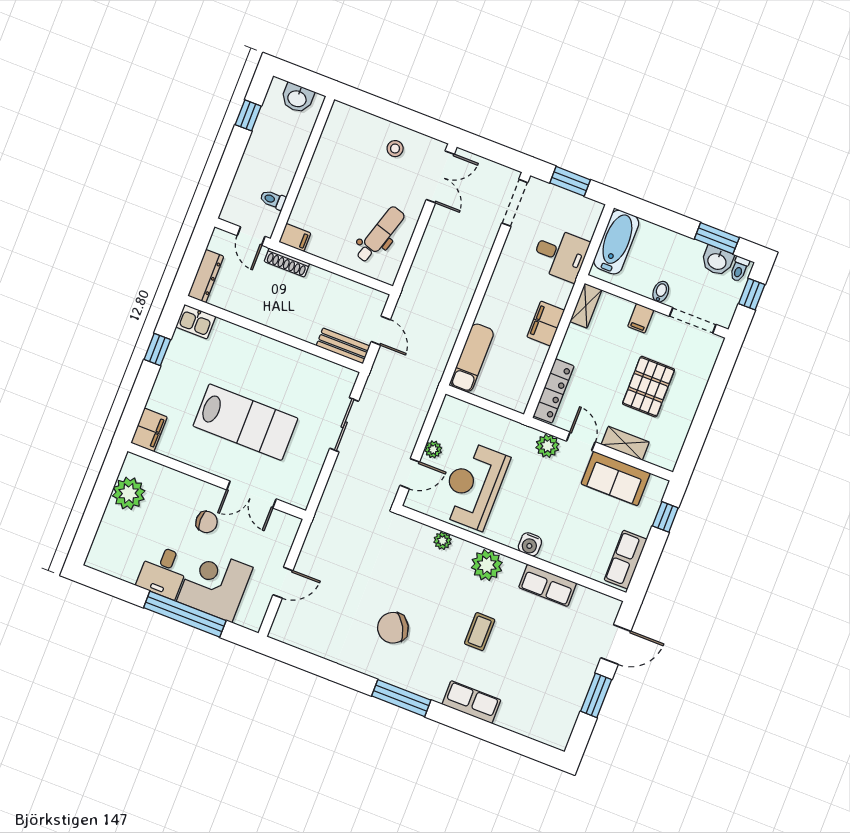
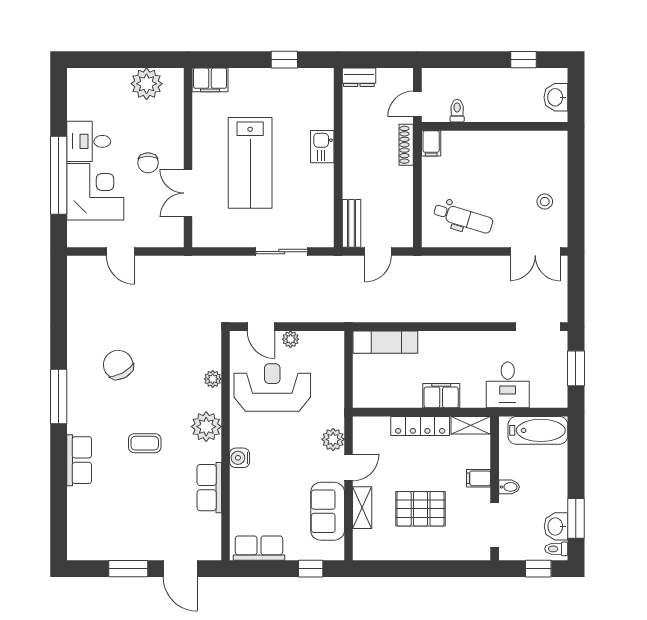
dresser: (206, 276) -> (359, 77), width x0.70
kitchen sink: (196, 322) -> (322, 147), moved
locker: (554, 391) -> (420, 426), moved

